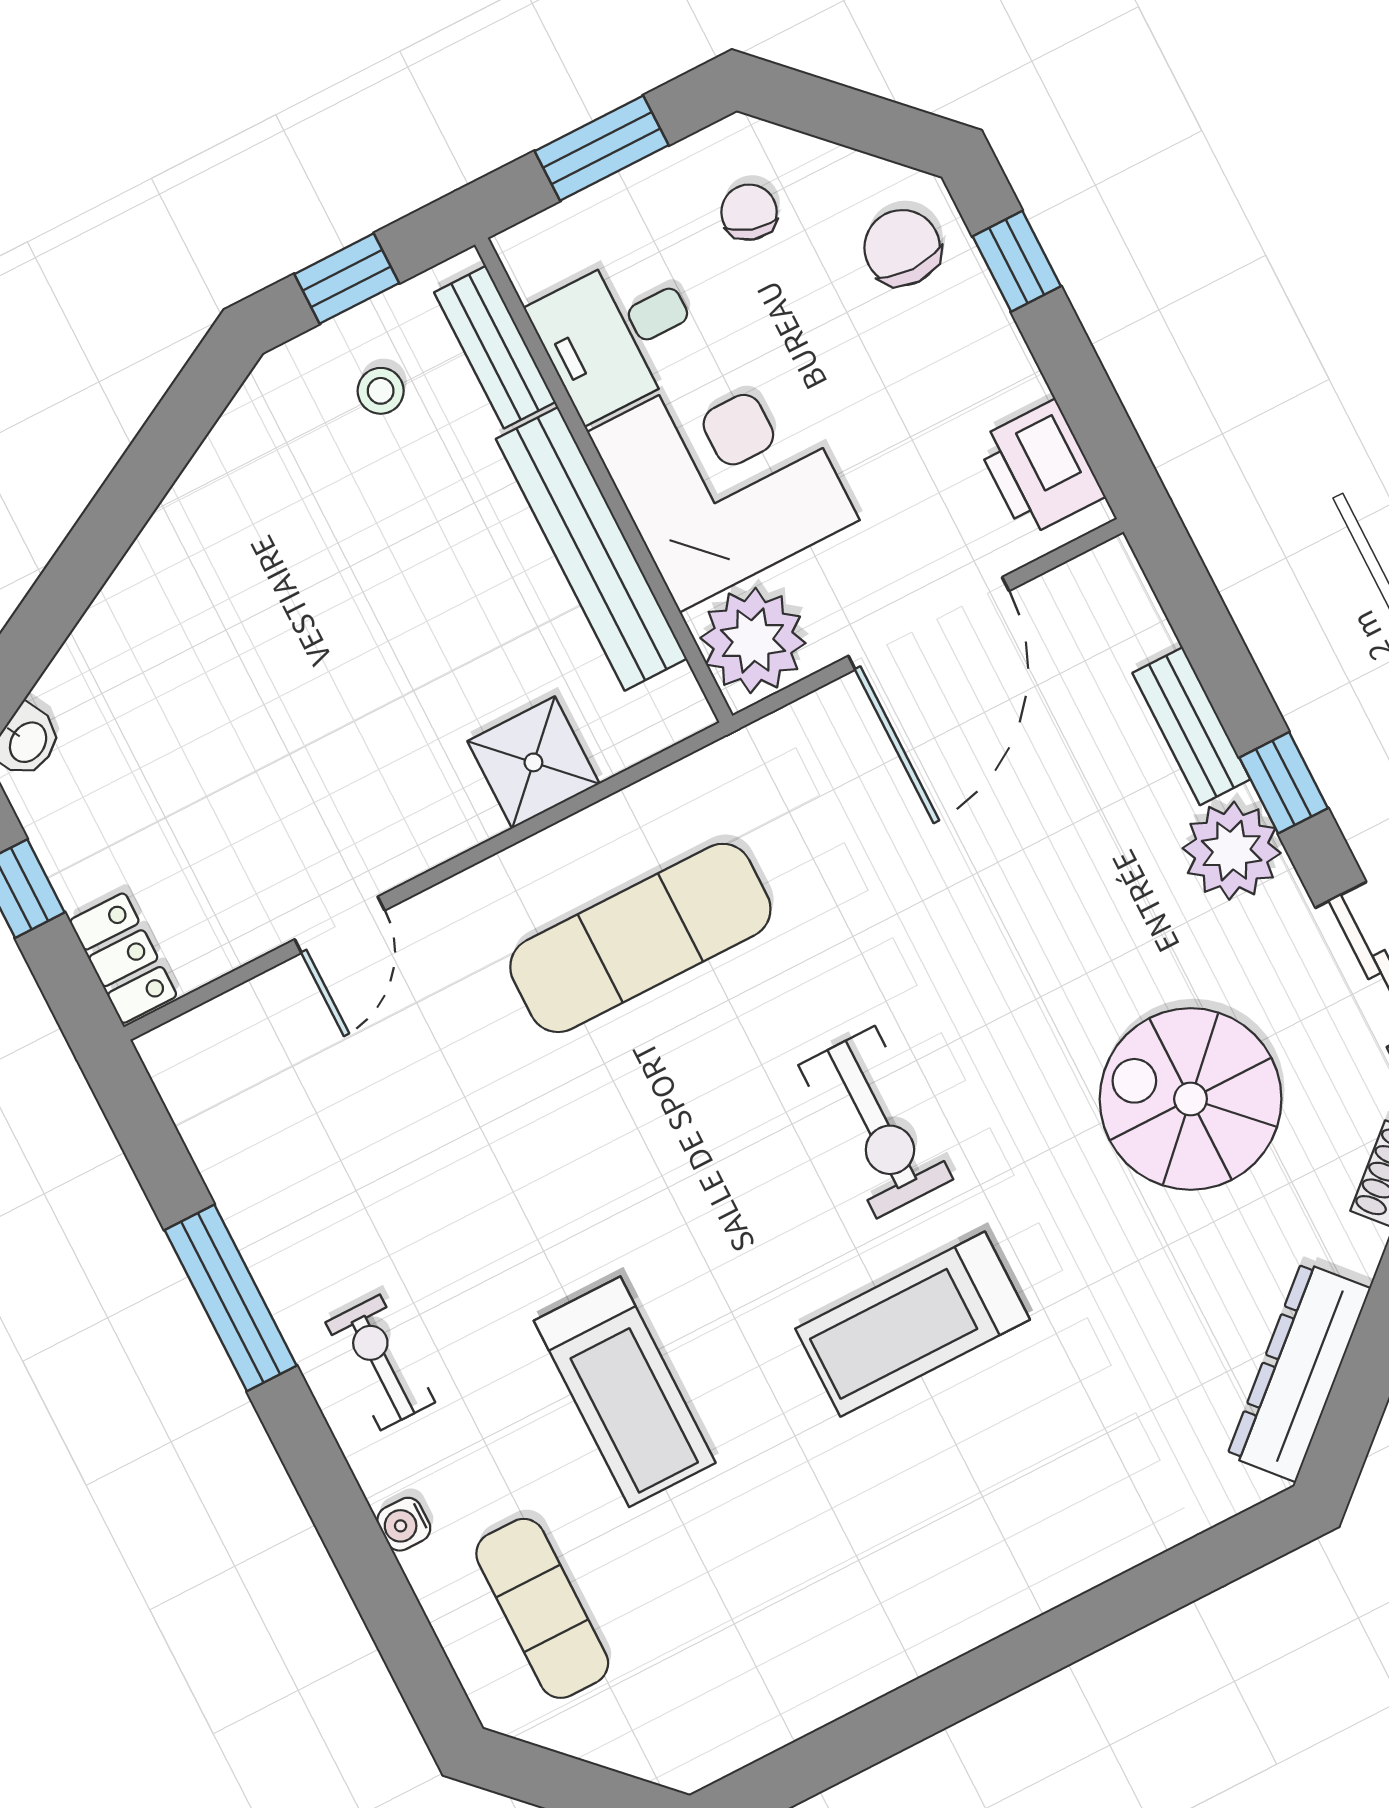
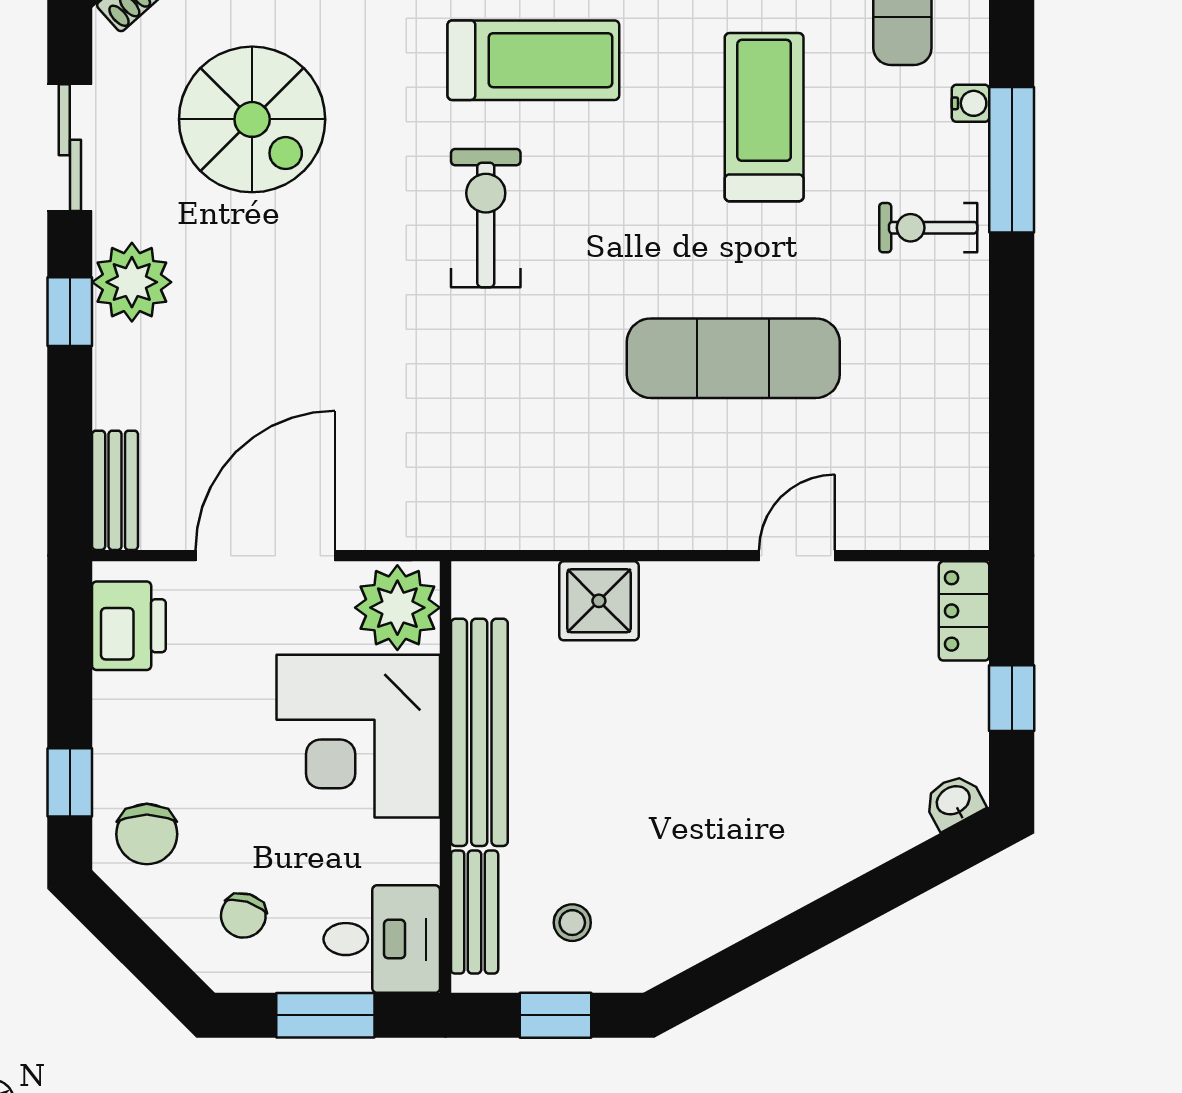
desk: (618, 334) -> (382, 939), moved
bench: (1191, 726) -> (115, 490), moved
exercise mat: (640, 938) -> (733, 358), moved
window: (231, 1298) -> (1012, 160), moved
exercise bike: (380, 1362) -> (928, 228), turned 90

